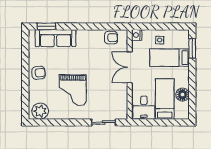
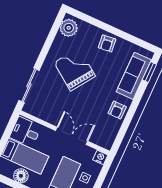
armchair: (111, 38) -> (117, 110), moved
grand piano: (73, 90) -> (75, 69), turned 35
sliding door: (104, 122) -> (29, 85), width x1.37

